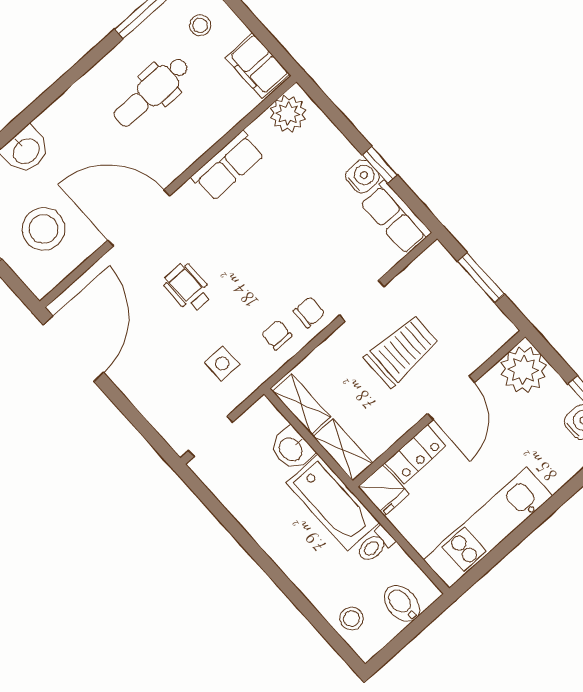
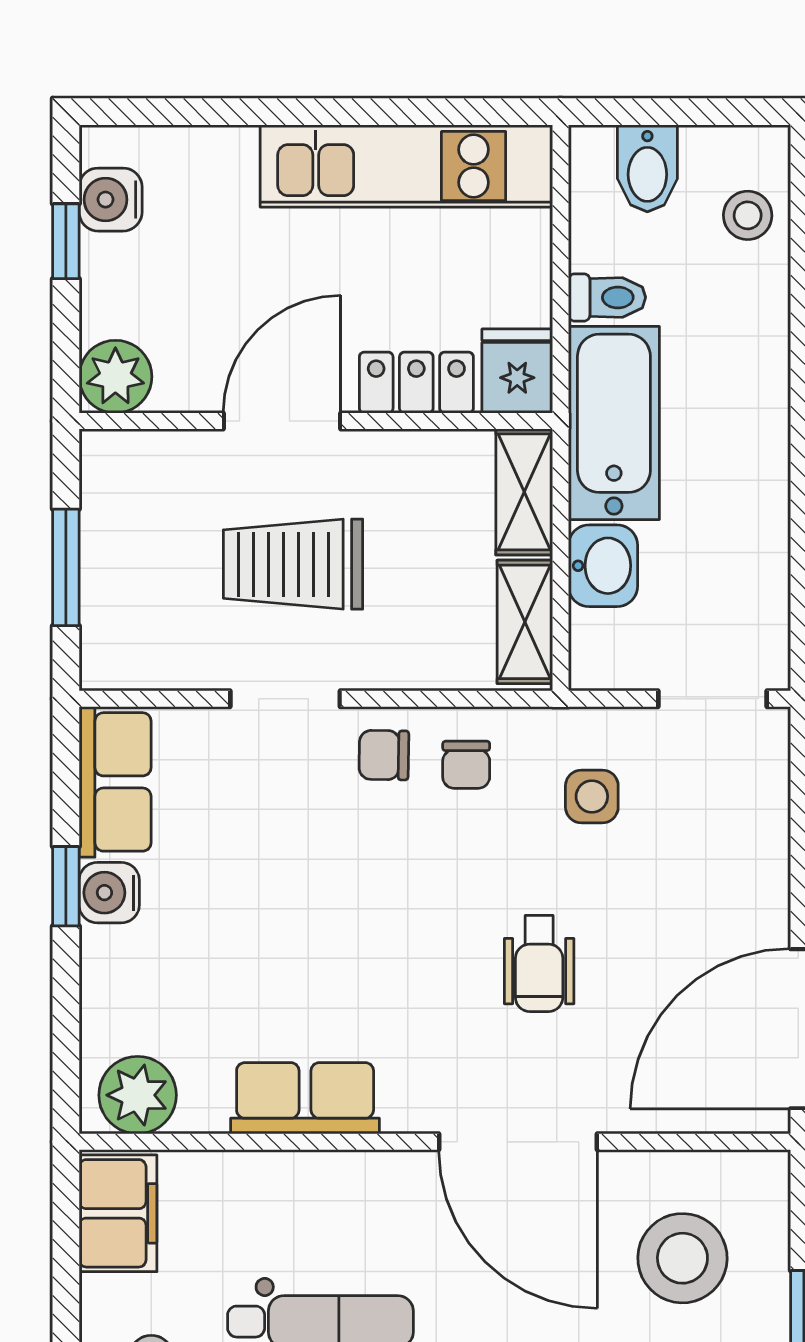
plant: (523, 370) -> (115, 377), width x0.73, depth x0.73

